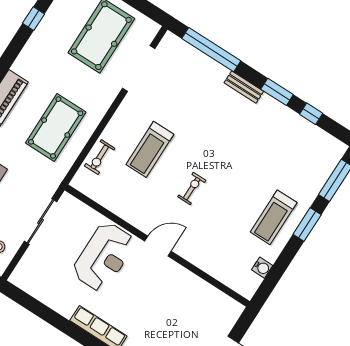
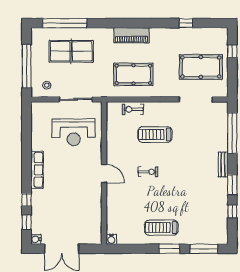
reception desk: (104, 257) -> (74, 132), moved
water cooler: (262, 268) -> (111, 239), moved

